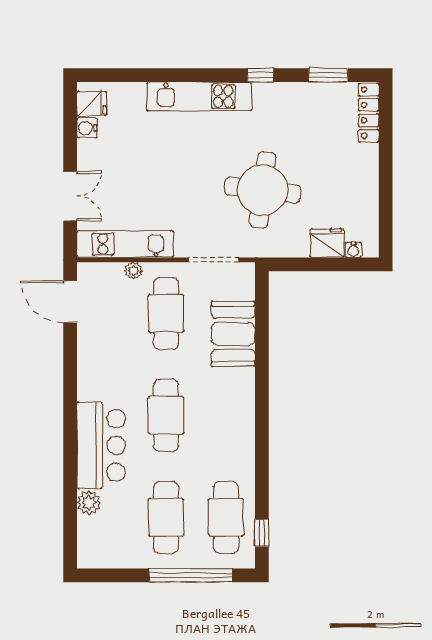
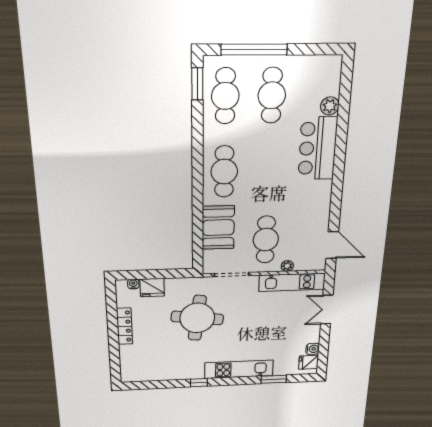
window: (328, 75) -> (274, 379), moved
locker: (369, 113) -> (125, 326), moved
cafe table: (166, 415) -> (224, 172), moved
window: (262, 533) -> (197, 84), width x1.50

